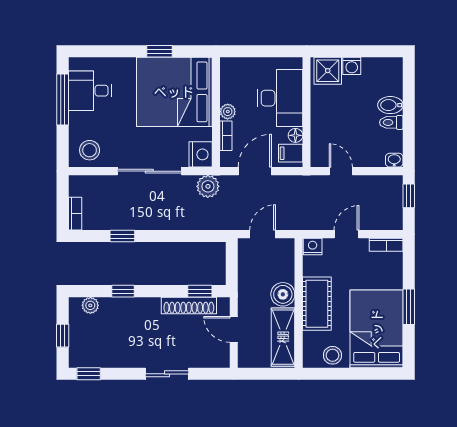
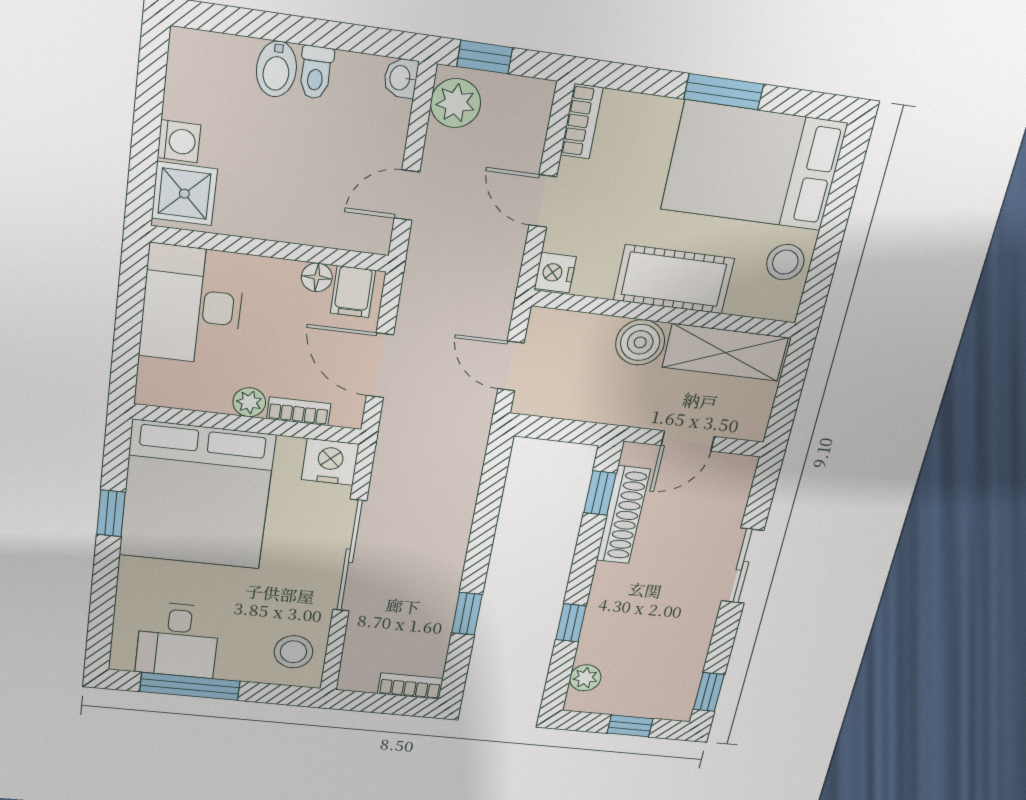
desk: (280, 98) -> (192, 305), moved, turned -90
plant: (208, 186) -> (456, 103), moved

